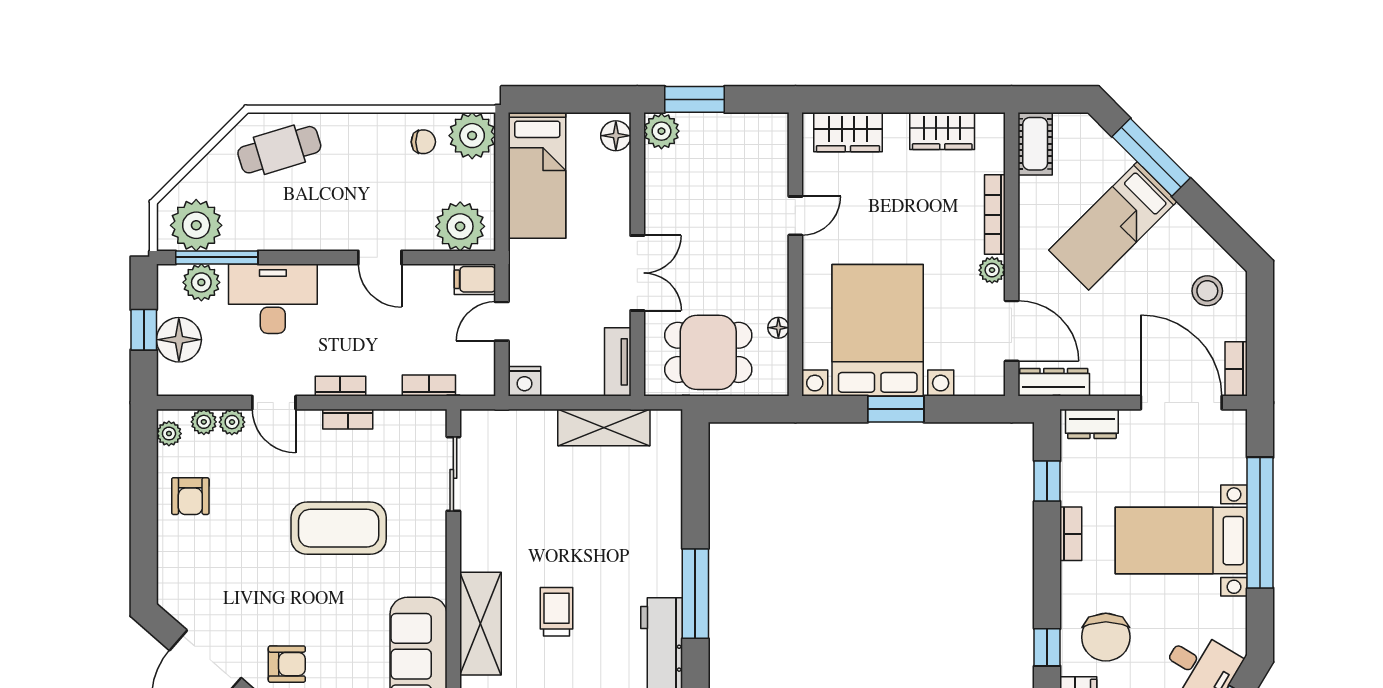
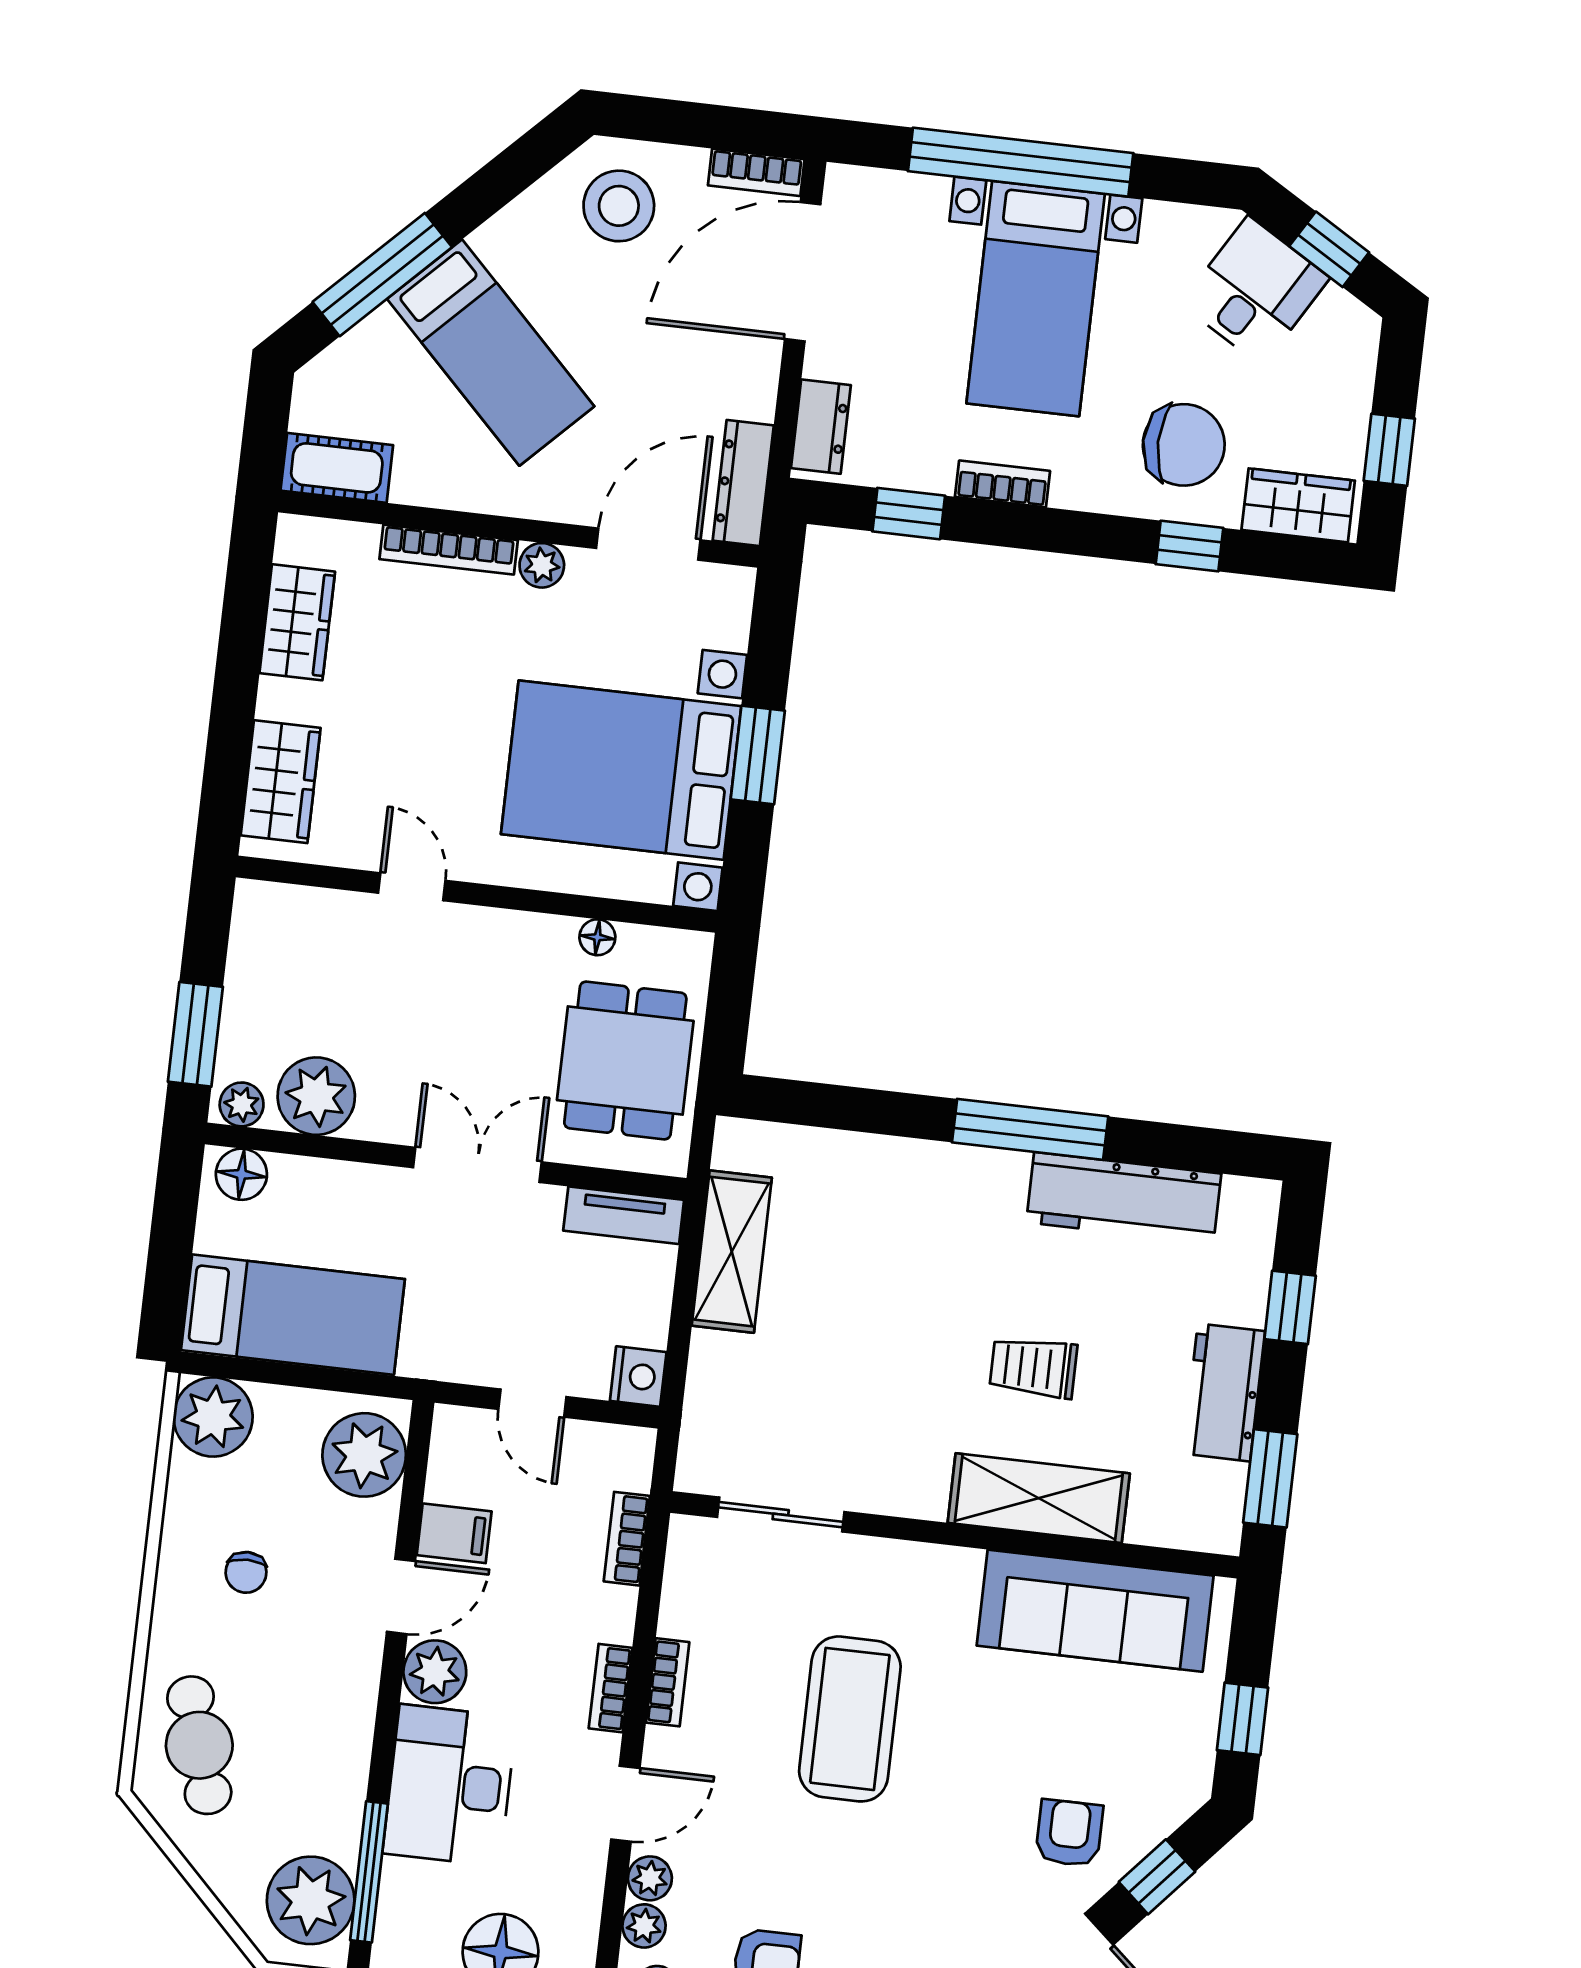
plant: (661, 131) -> (242, 1104), width x0.73, depth x0.73
chair: (423, 142) -> (246, 1572), moved, turned 180
plant: (667, 174) -> (316, 1096), added
filing cabinet: (475, 279) -> (454, 1533), moved, turned -90
plant: (201, 282) -> (435, 1672), moved
stool: (1207, 291) -> (619, 206), width x1.38, depth x1.38

